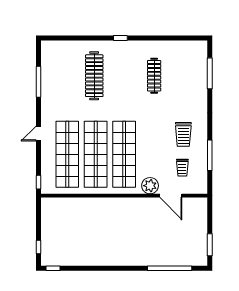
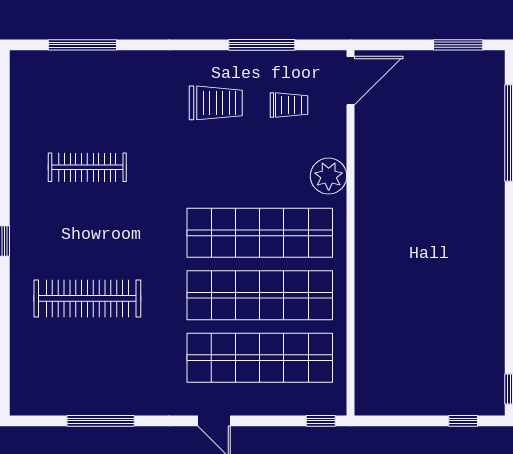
door: (171, 196) -> (351, 81), moved

